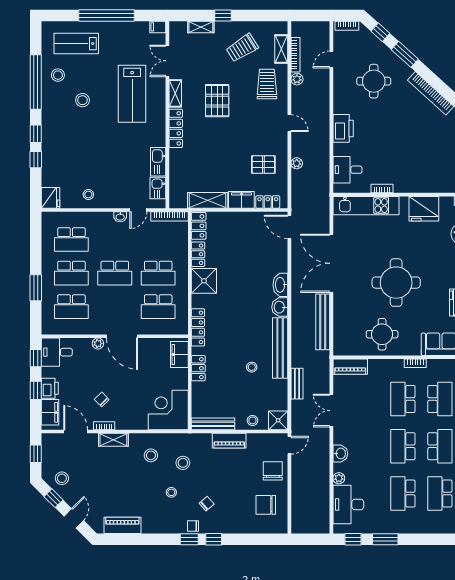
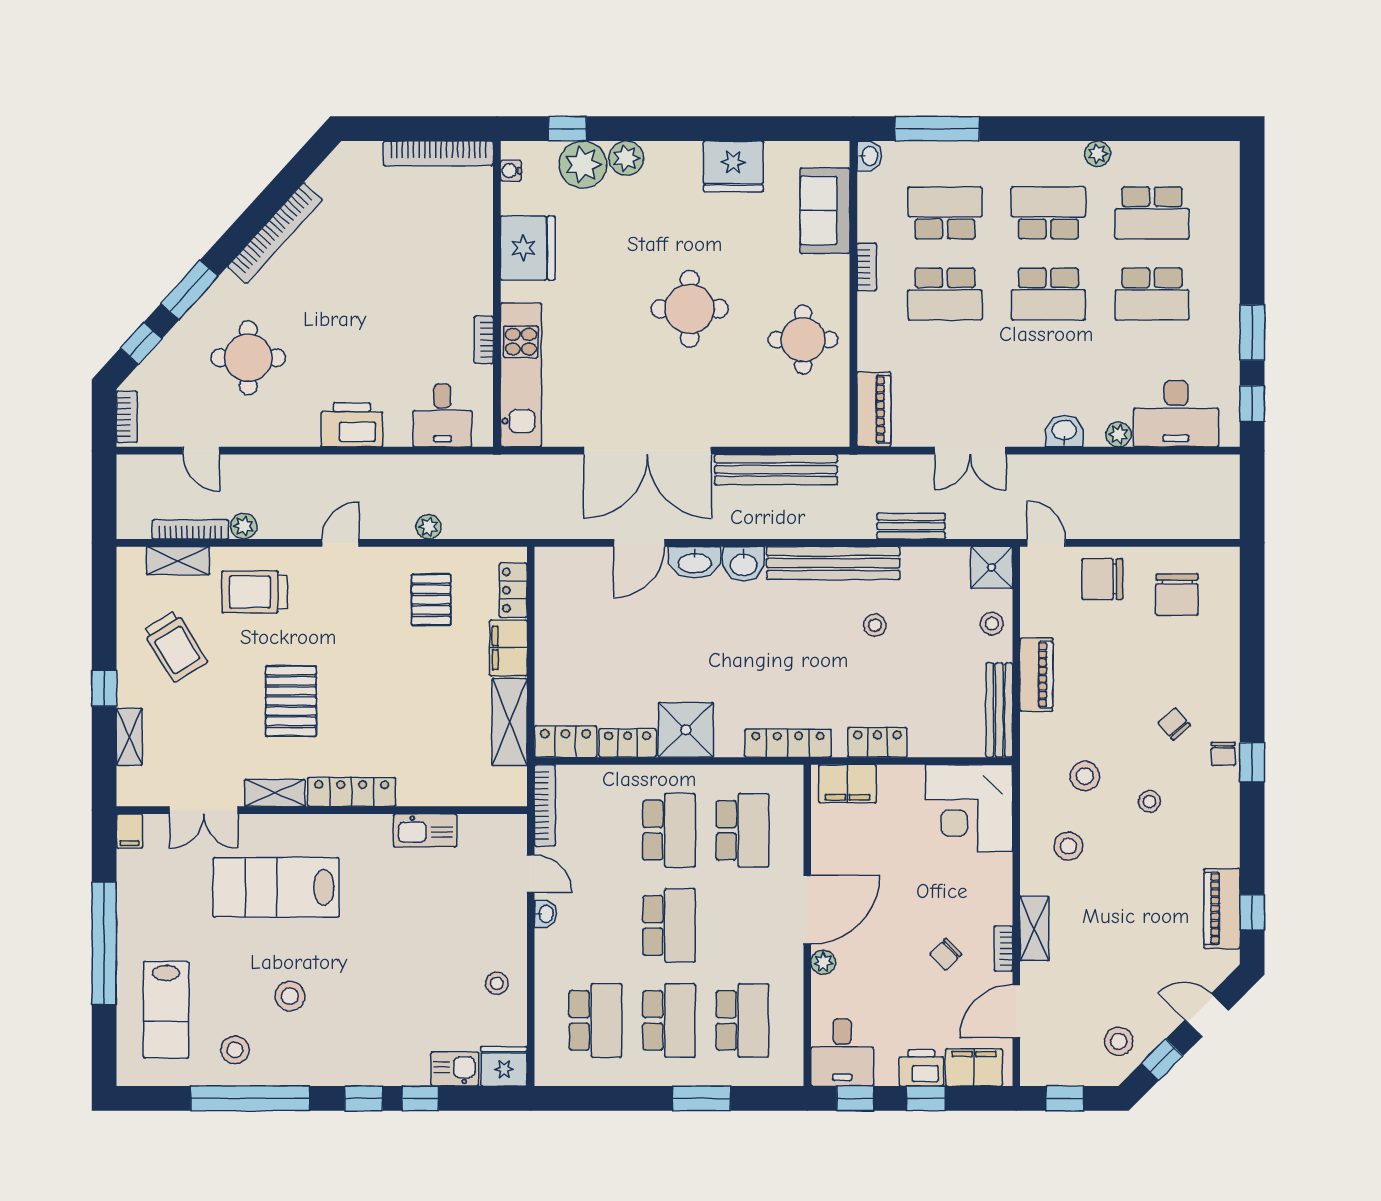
lab bench: (132, 94) -> (276, 887), turned 180
pallet: (217, 101) -> (291, 701), turned 90
kitchen sink: (158, 188) -> (455, 1069), moved, turned 180
door: (289, 227) -> (639, 543), moved
round table: (396, 283) -> (690, 309), width x0.73, depth x0.73
window: (214, 539) -> (1252, 912), moved

